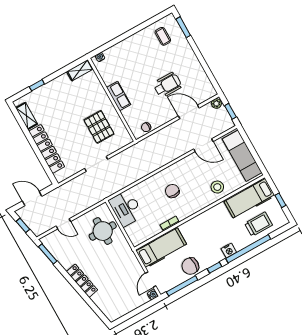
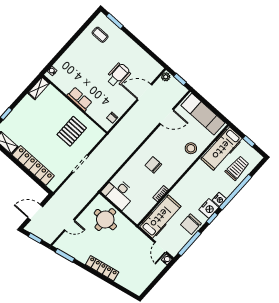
pallet: (99, 127) -> (72, 131), turned 90
nightstand: (215, 256) -> (209, 208), added

